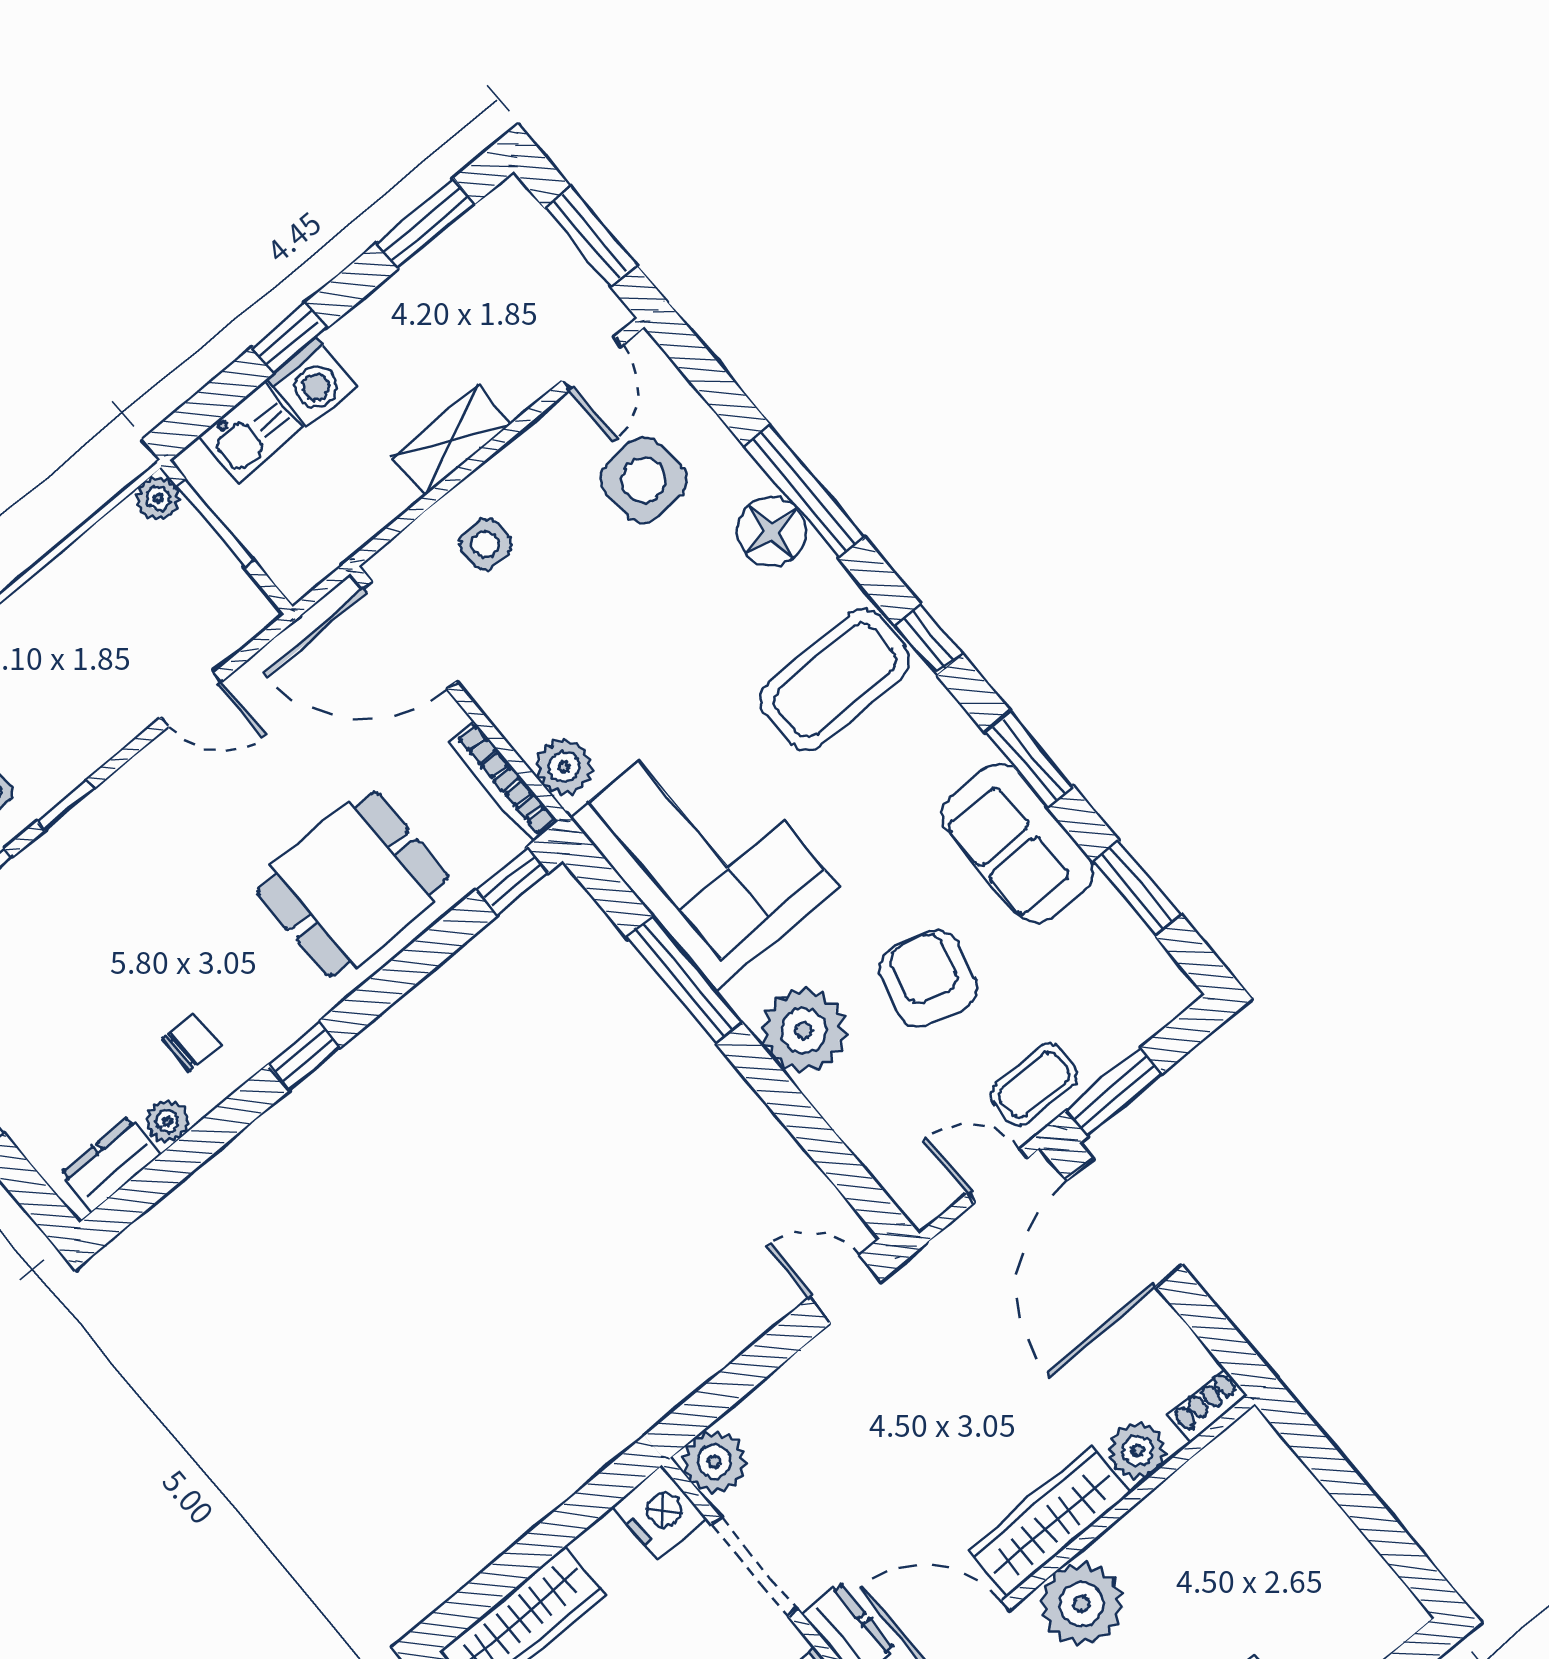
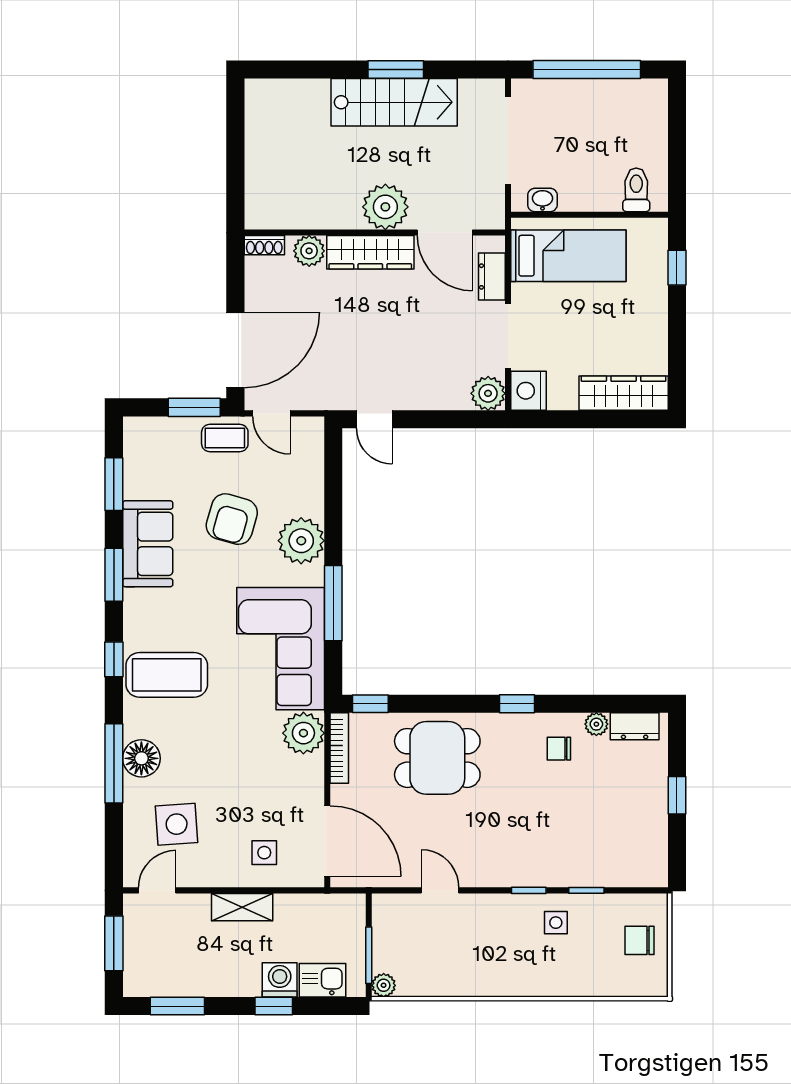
plant: (564, 767) -> (303, 733), width x1.36, depth x1.36

